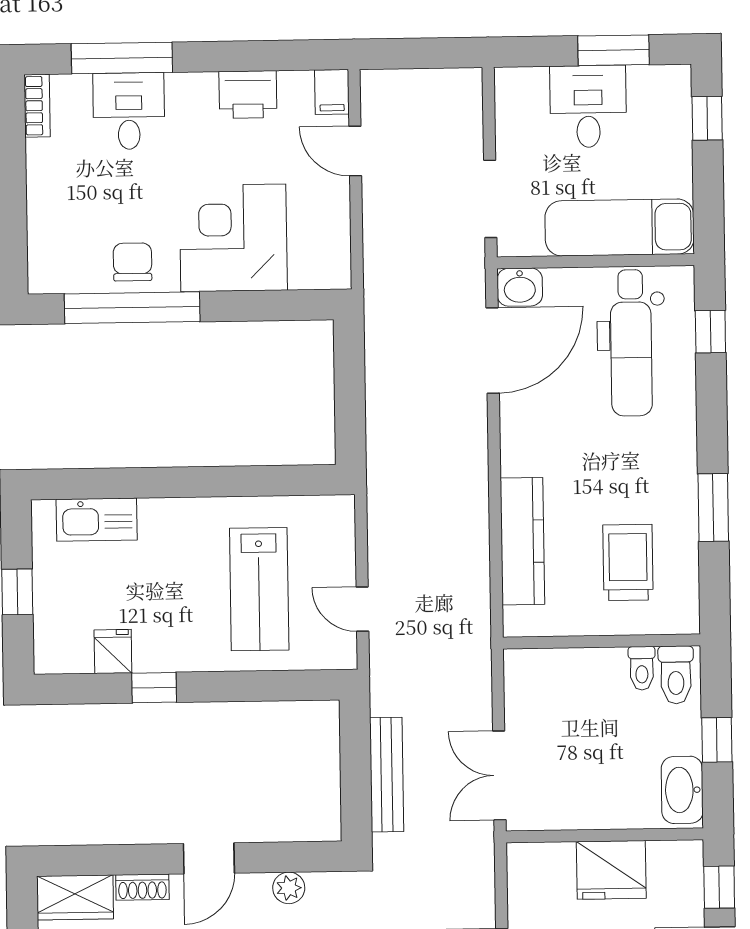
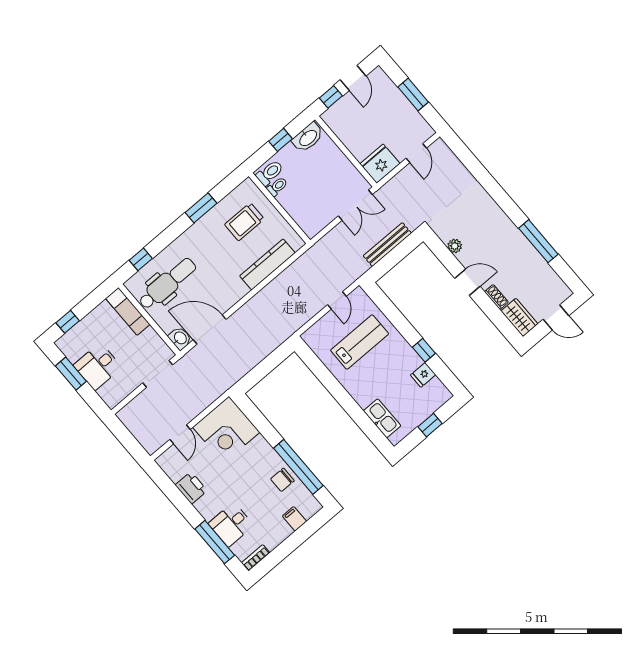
filing cabinet: (332, 92) -> (294, 519), moved, turned -90
exam couch: (620, 227) -> (128, 311), width x0.73, depth x0.69
corner desk: (233, 238) -> (226, 430), moved
fridge: (611, 870) -> (380, 164), moved, turned -90

